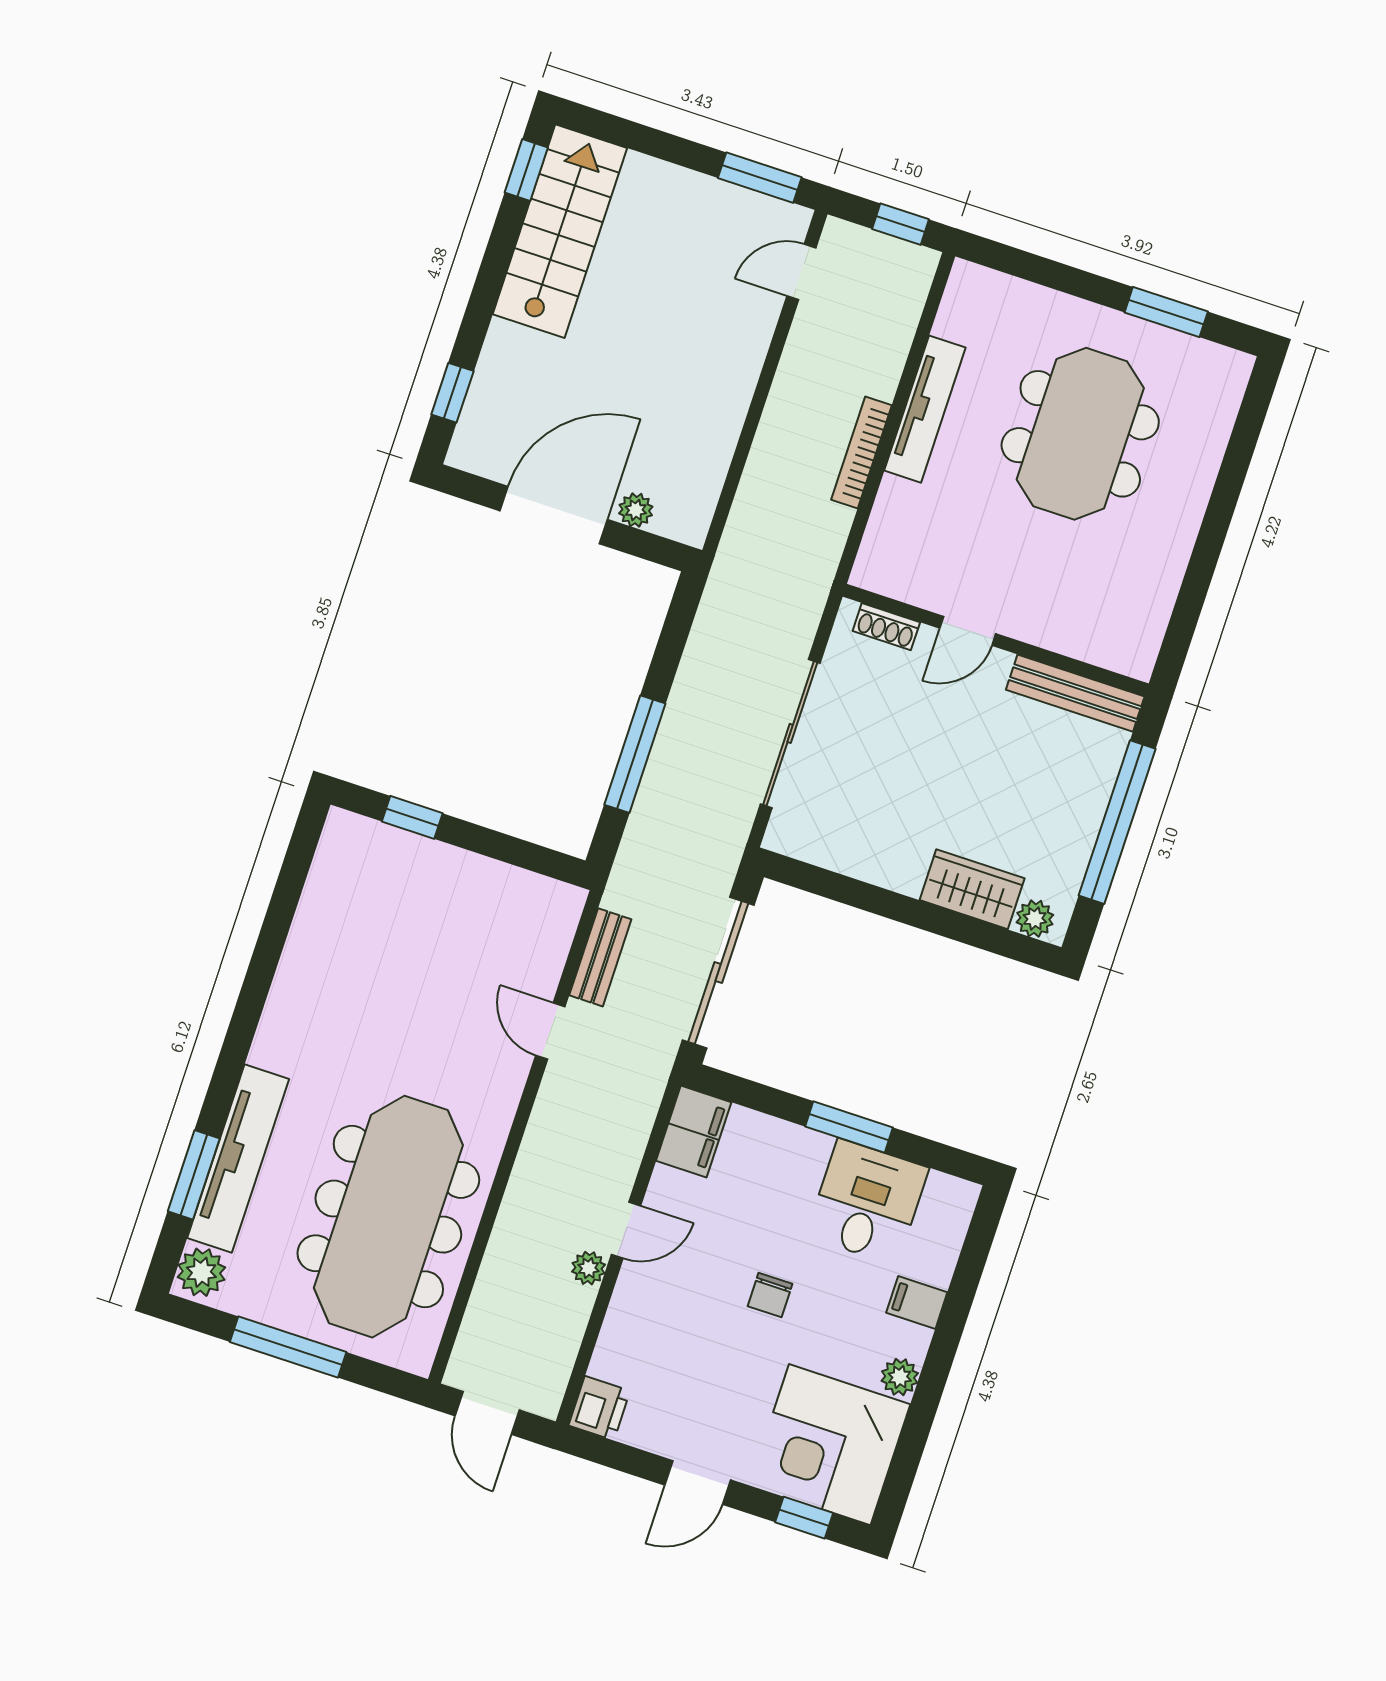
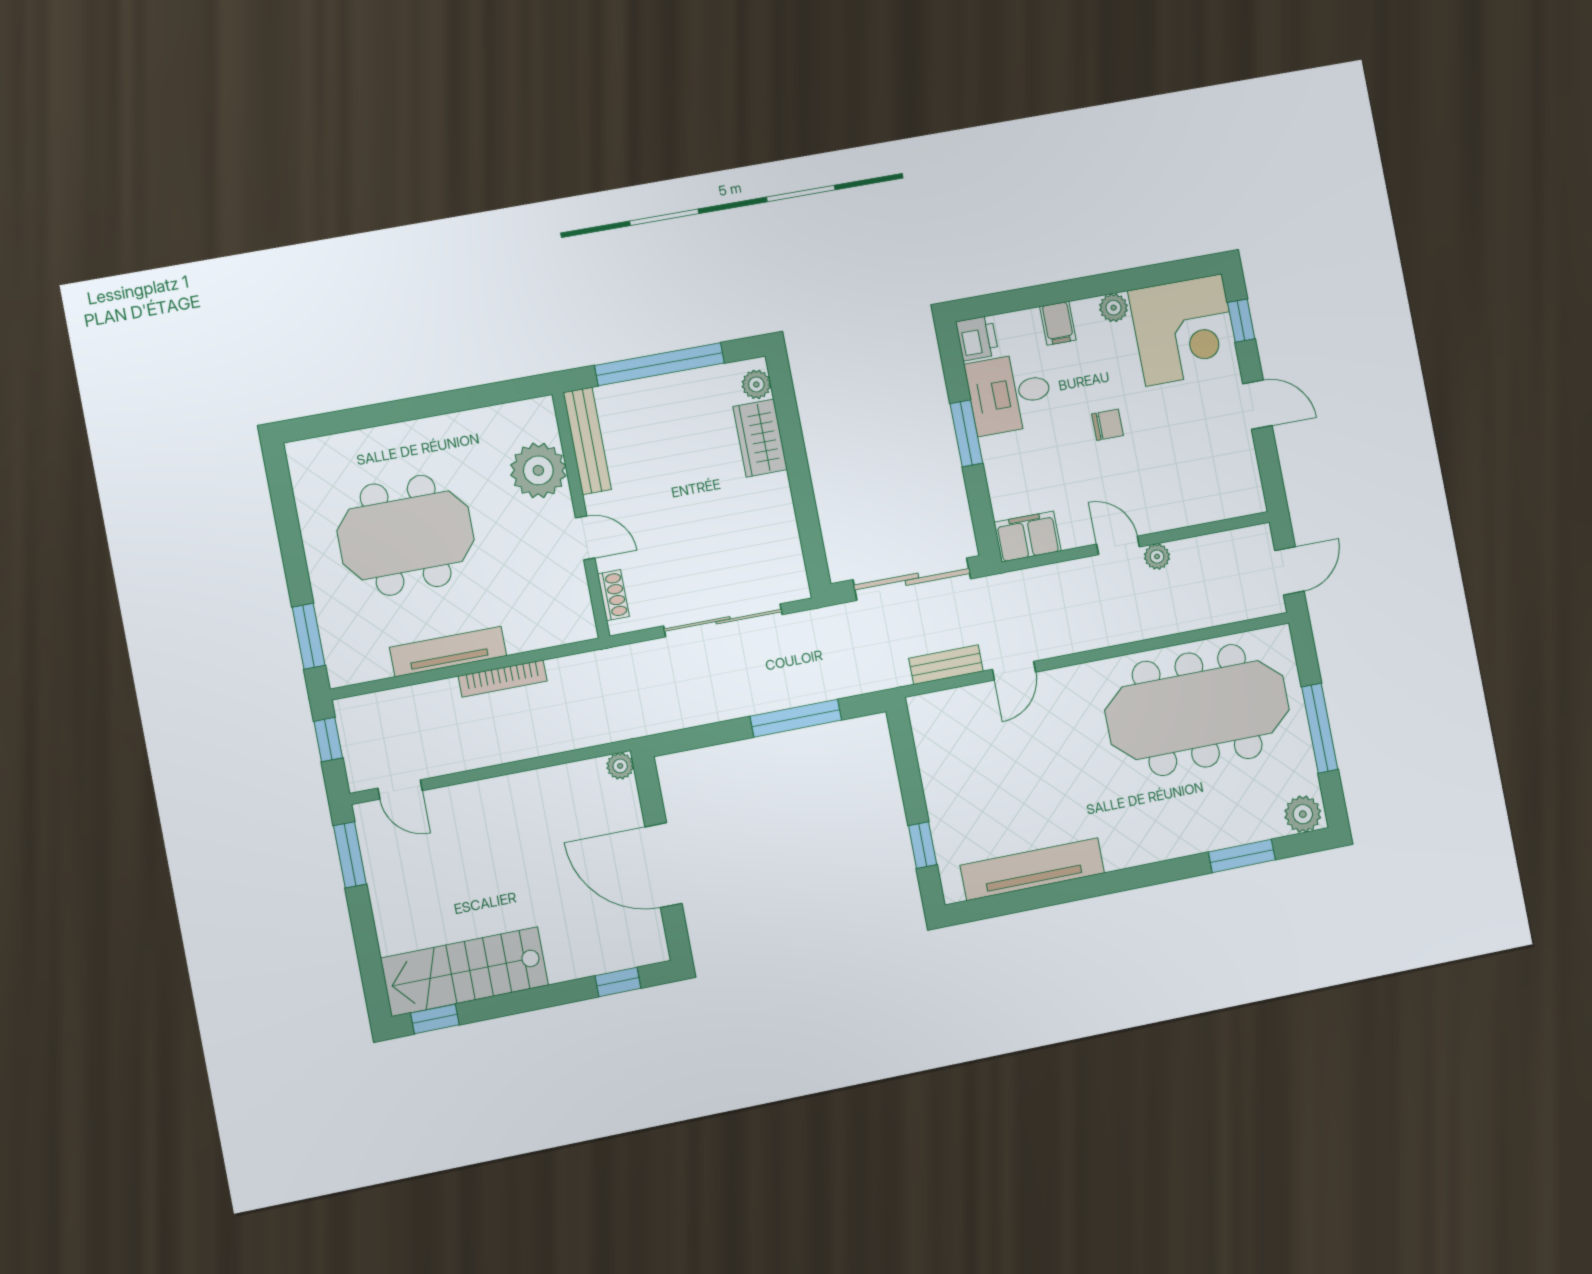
window: (1166, 312) -> (309, 636), moved
plant: (636, 510) -> (620, 766), moved
plant: (1072, 620) -> (538, 470), added
tv unit: (238, 1158) -> (1032, 869), moved
printer: (599, 1408) -> (977, 338), moved, turned 90

